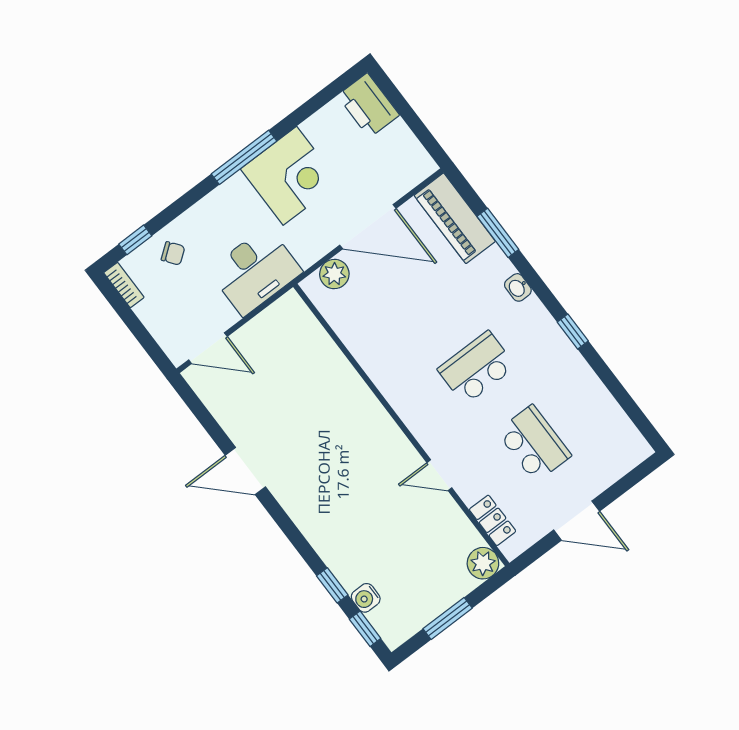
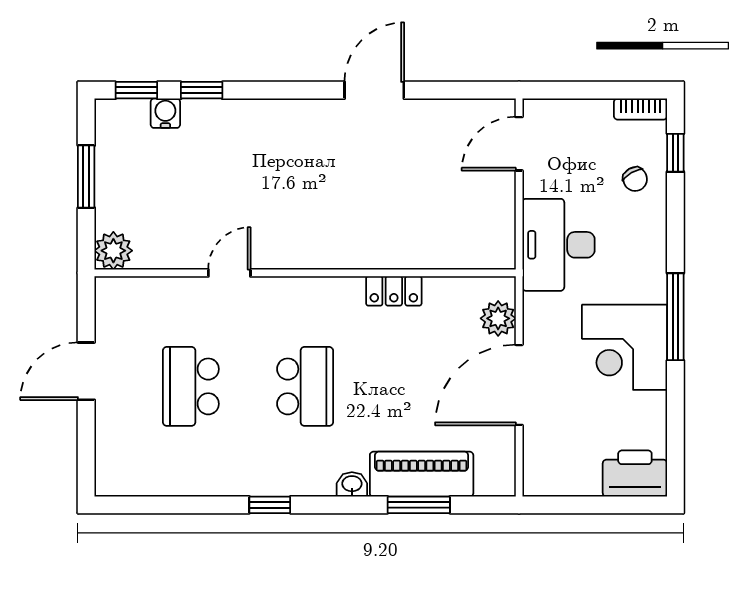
piano: (455, 218) -> (422, 474), moved
chair: (173, 253) -> (635, 179), turned -83
school desk: (534, 444) -> (191, 386), turned 90
locker: (493, 520) -> (394, 291), moved

